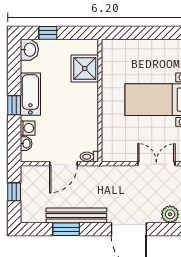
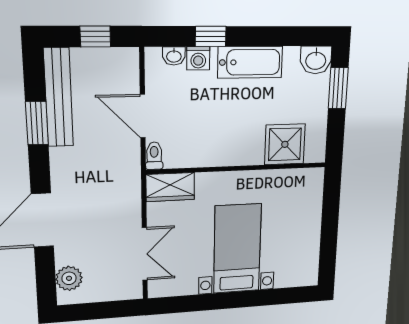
window: (48, 33) -> (338, 88), width x1.50
window: (14, 105) -> (211, 36), moved
wardrobe: (111, 146) -> (170, 187), added
bench: (76, 215) -> (58, 98), moved

